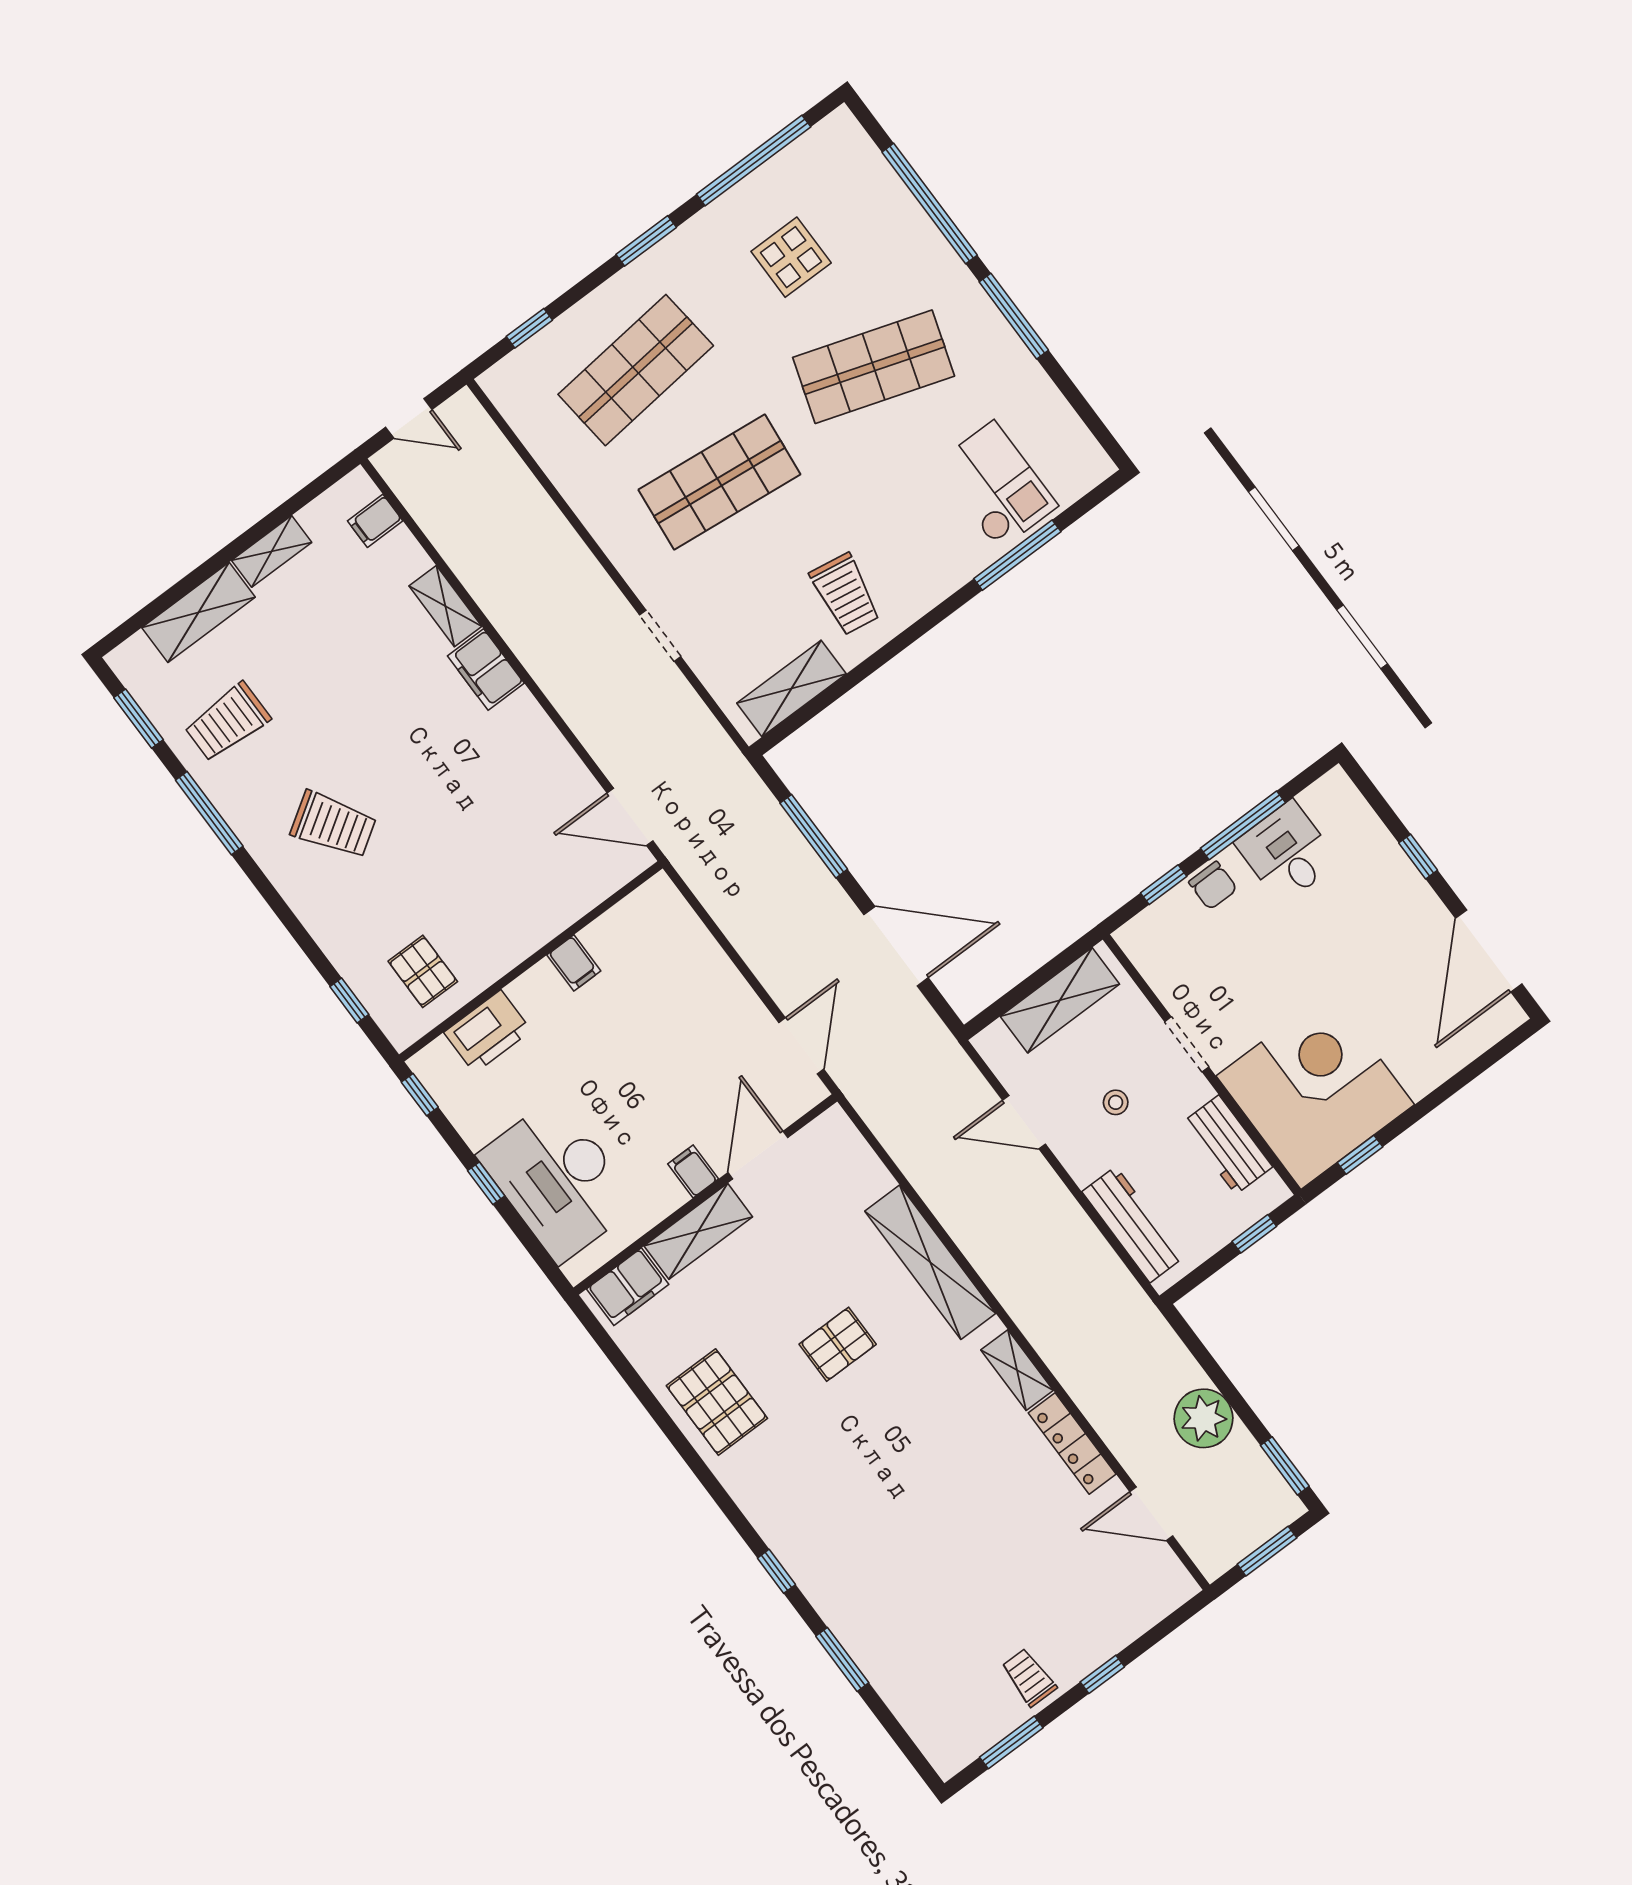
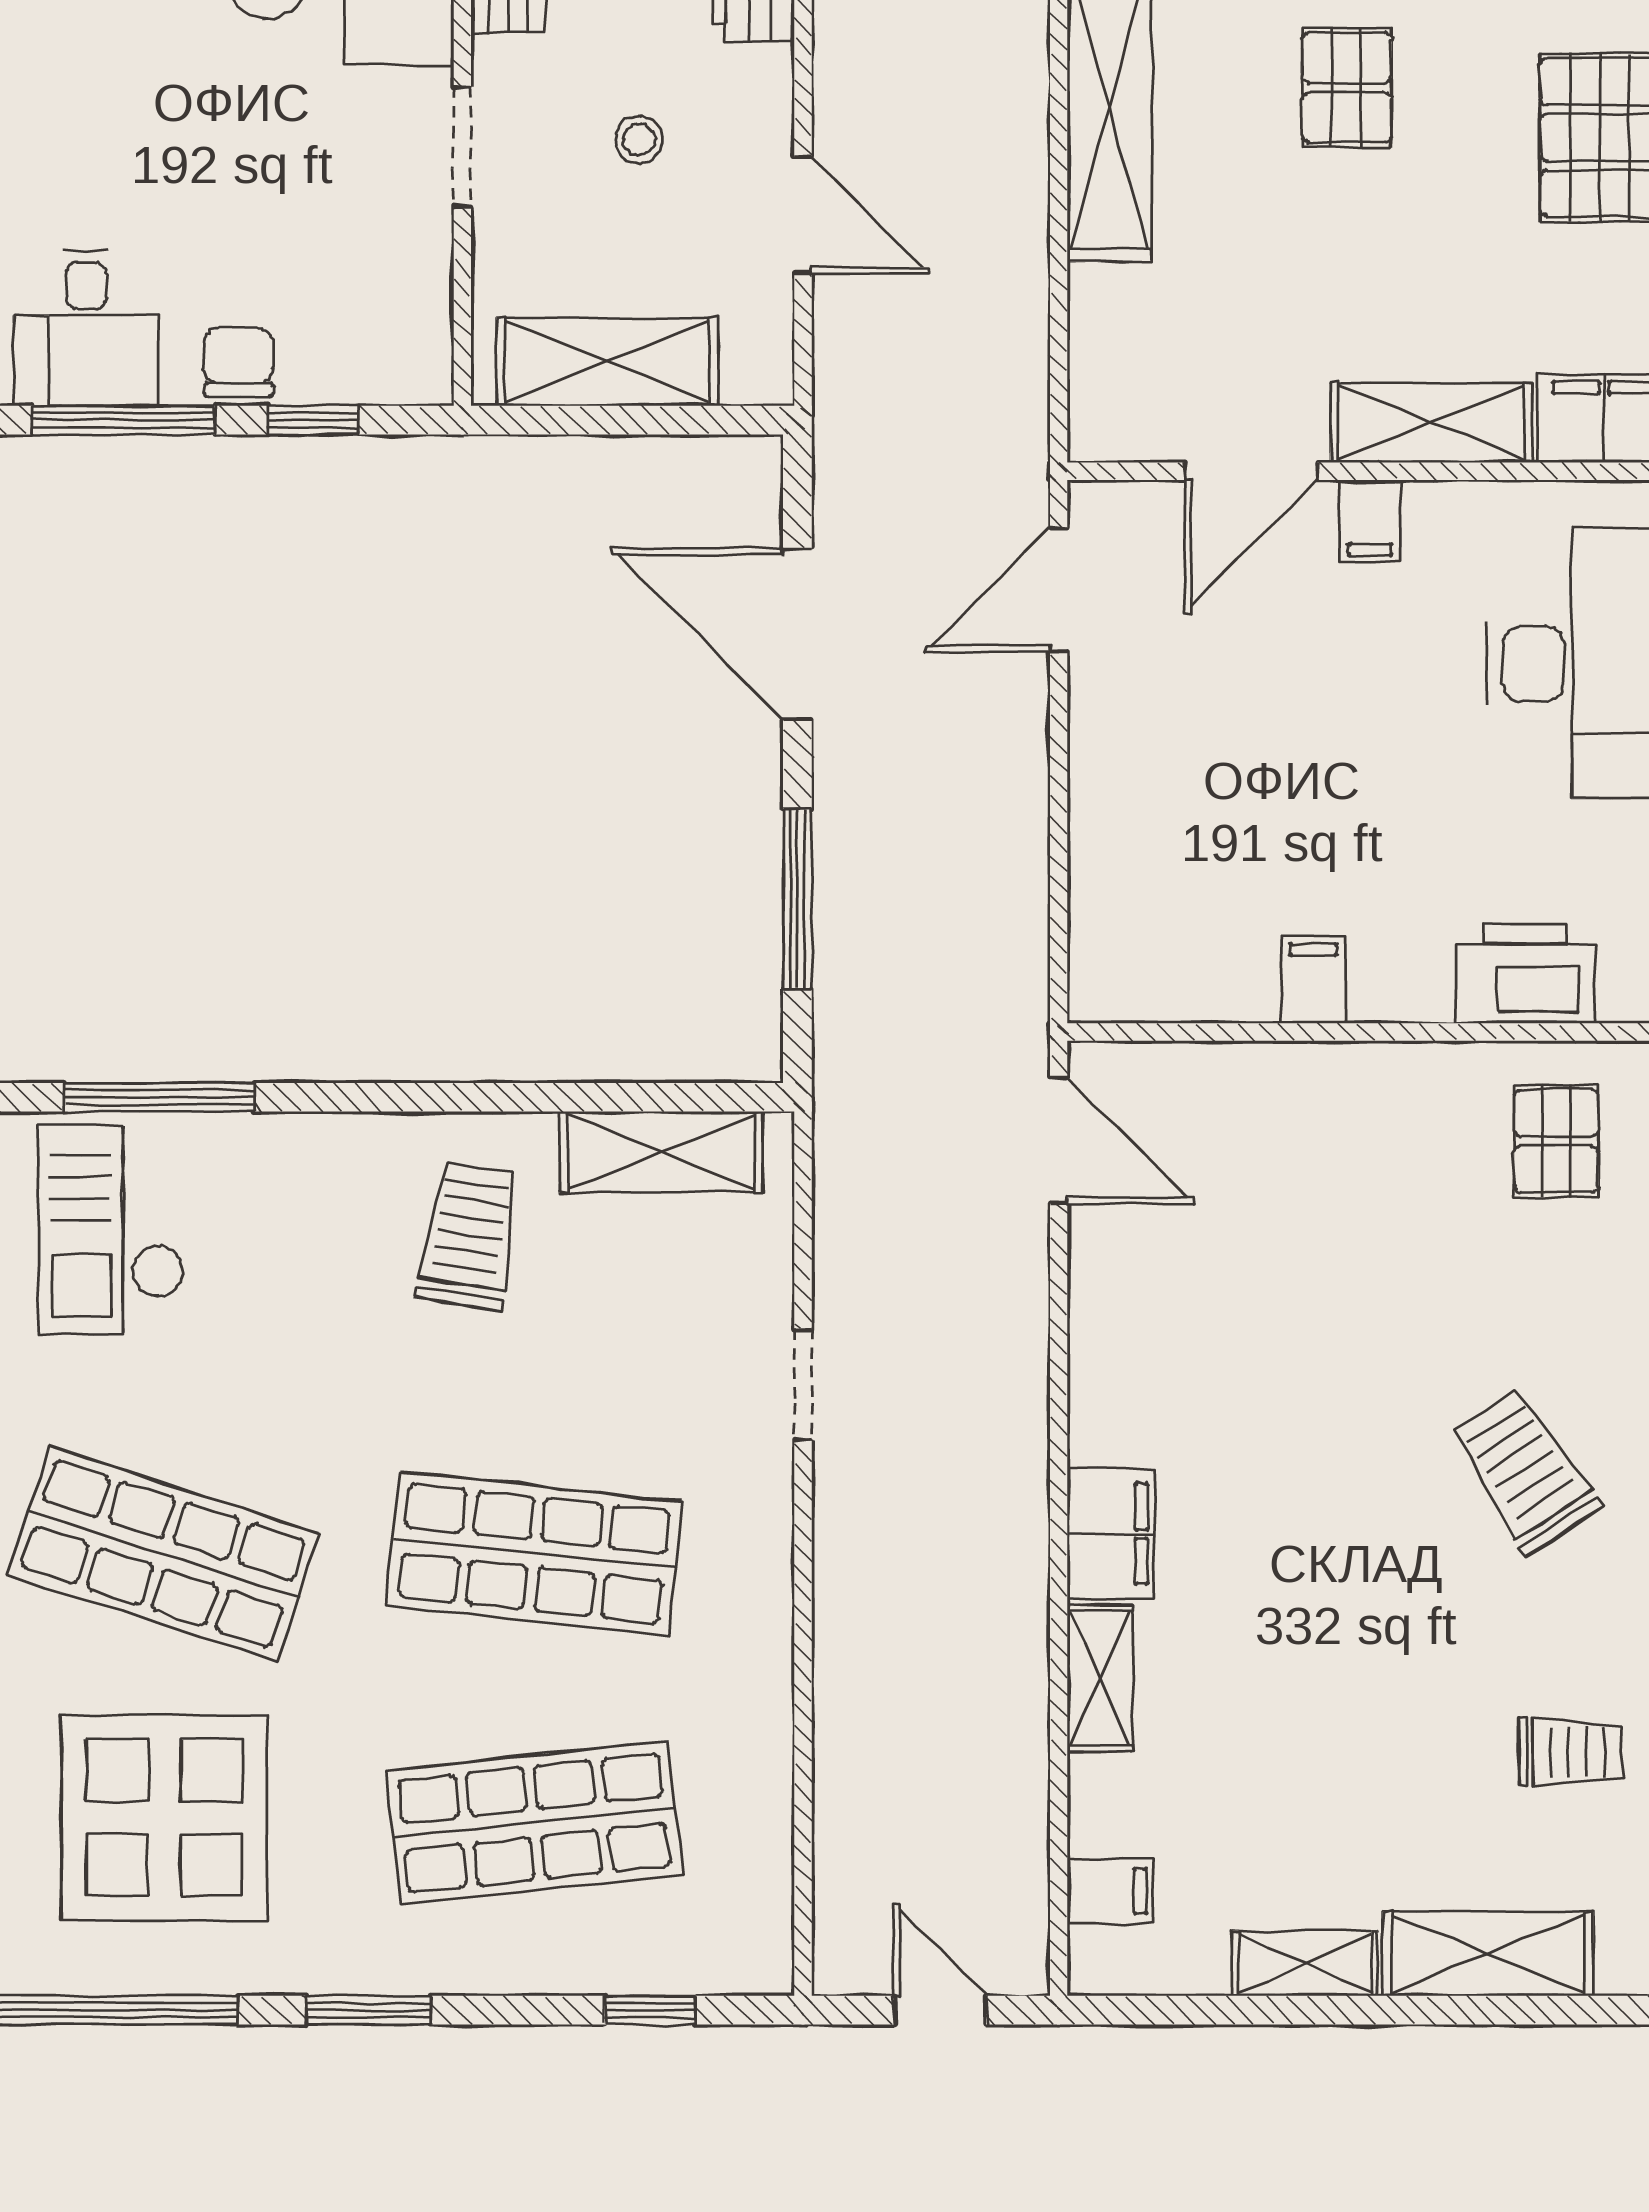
display table: (791, 257) -> (164, 1818), width x1.86, depth x1.86
trolley: (227, 722) -> (1570, 1751), width x0.73, depth x0.72
pallet: (838, 1344) -> (1347, 87), turned 90

